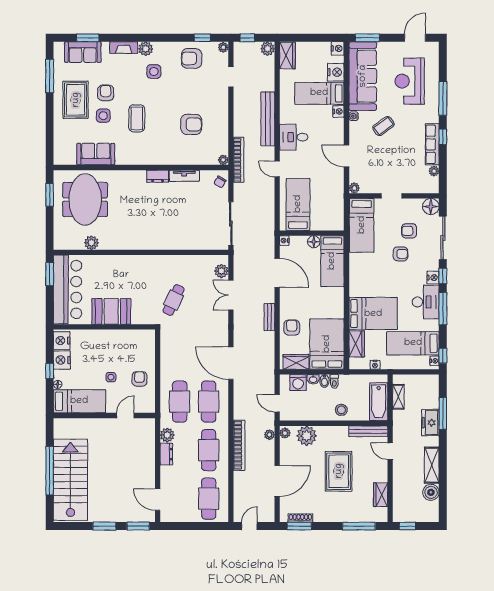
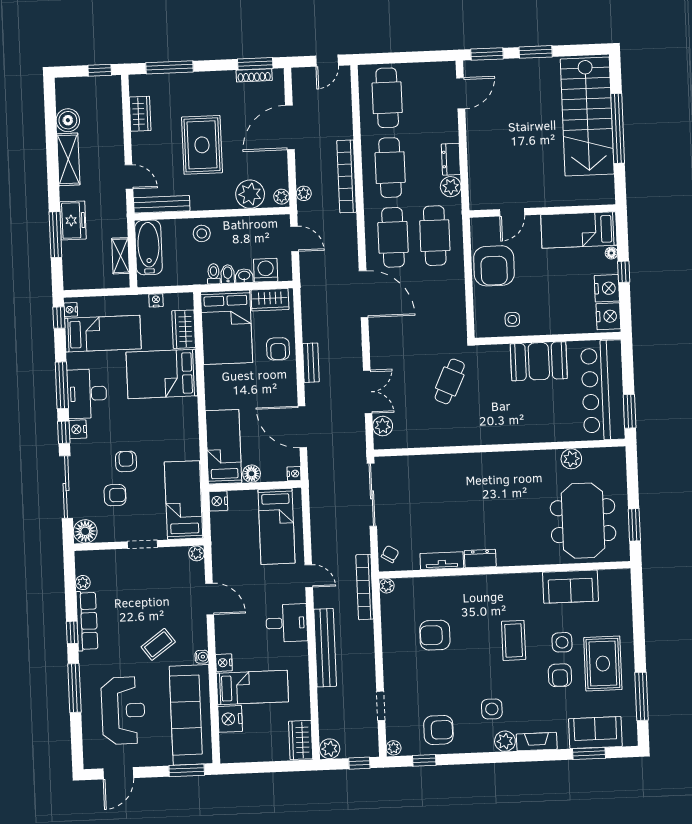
nightstand: (338, 48) -> (218, 501), moved
armchair: (401, 254) -> (126, 461), turned 90
side table: (111, 377) -> (512, 319), moved
armchair: (139, 379) -> (494, 266), width x1.88, depth x1.88
door: (158, 500) -> (461, 93), hinge flipped

